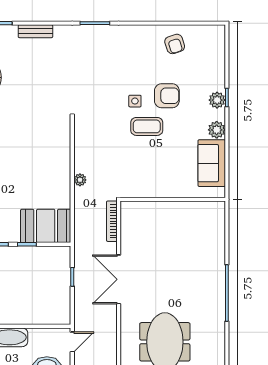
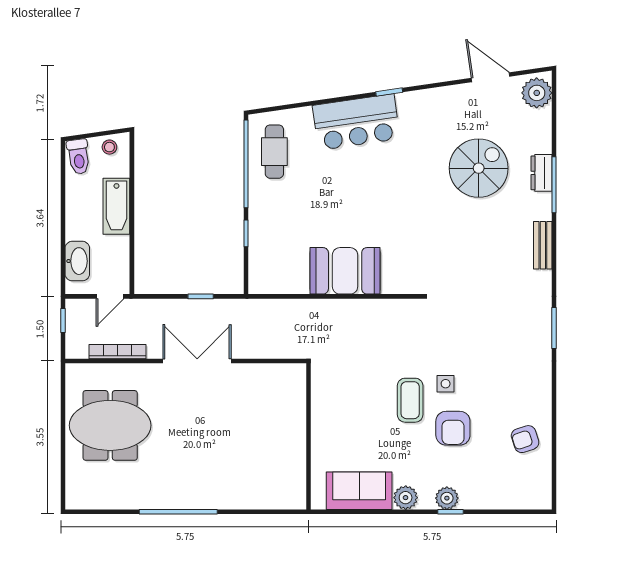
plant: (80, 180) -> (336, 307), removed
bookcase: (112, 221) -> (118, 352), moved
booth: (46, 226) -> (345, 271), moved, turned 90
door: (72, 342) -> (110, 296), hinge flipped

